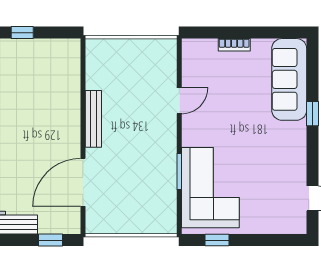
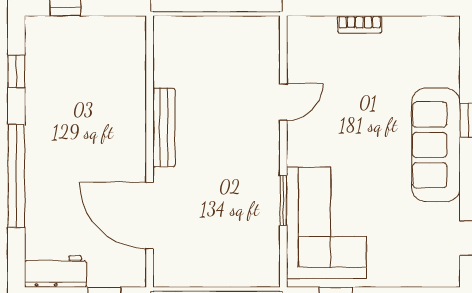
sofa: (289, 79) -> (436, 145), moved
door: (83, 182) -> (150, 216), hinge flipped

